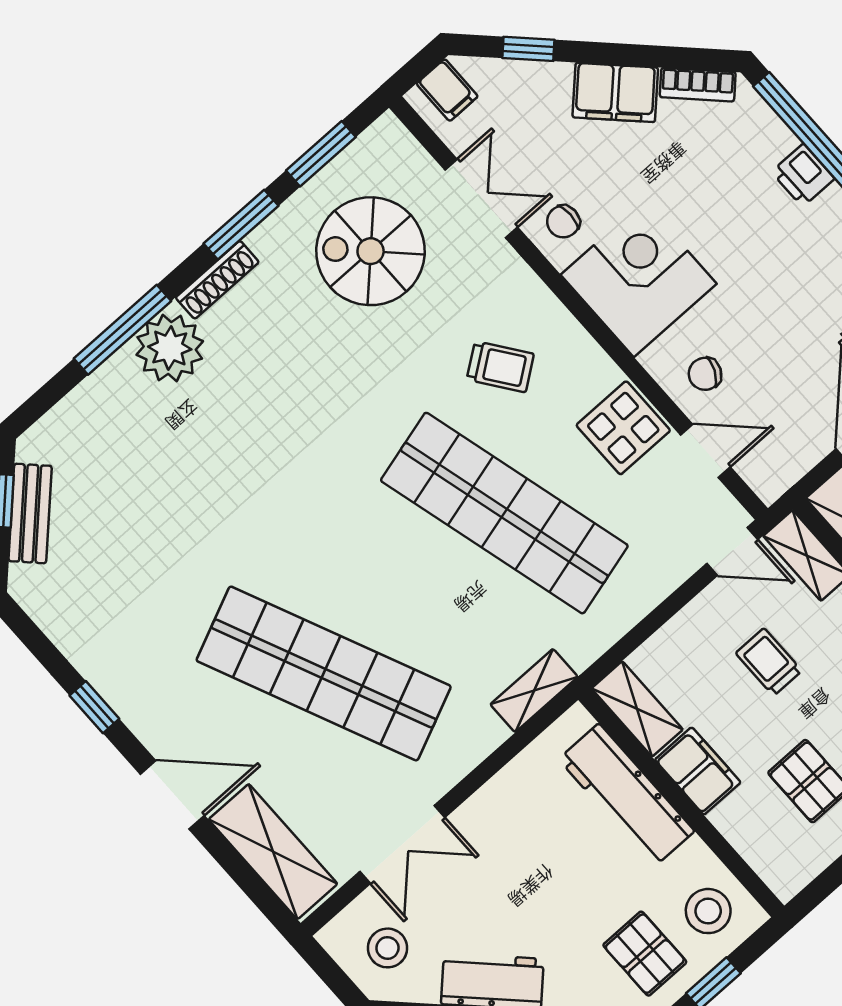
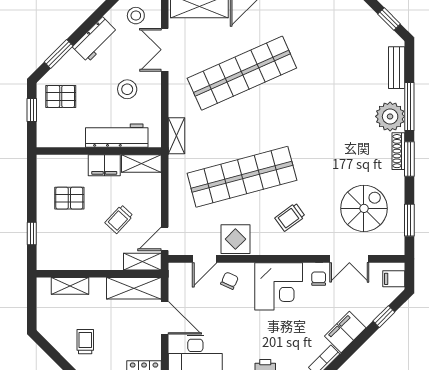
window: (241, 225) -> (409, 159), moved
bench: (30, 513) -> (397, 68), moved, turned 45
trolley: (769, 662) -> (119, 219), turned 133
stool: (708, 911) -> (127, 89), moved

